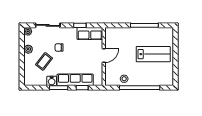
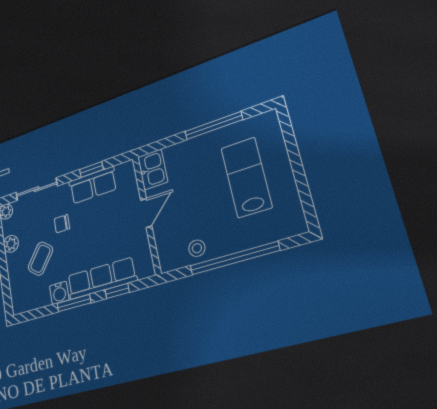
row of seats: (90, 33) -> (93, 185), moved
kitchen sink: (111, 36) -> (153, 169), added
lab bench: (153, 54) -> (246, 177), turned -90

